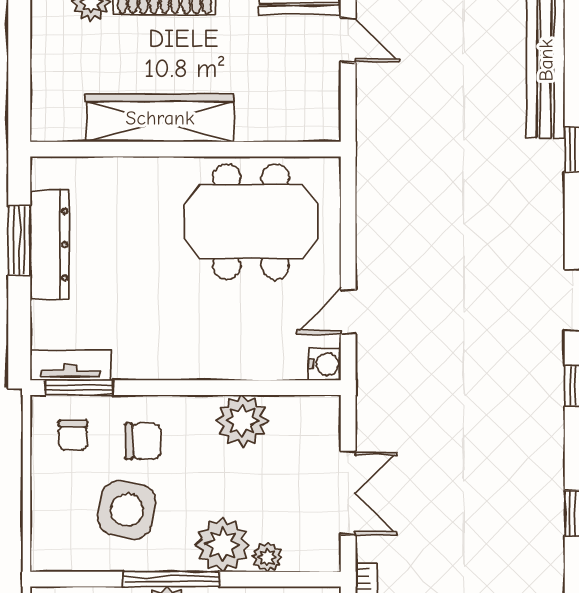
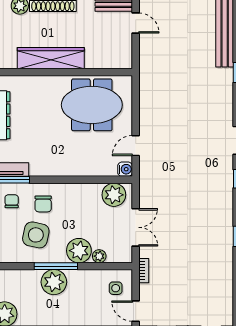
plant: (242, 421) -> (114, 195), moved
chair: (73, 435) -> (12, 201), turned 180
chair: (143, 441) -> (43, 204), turned 90

